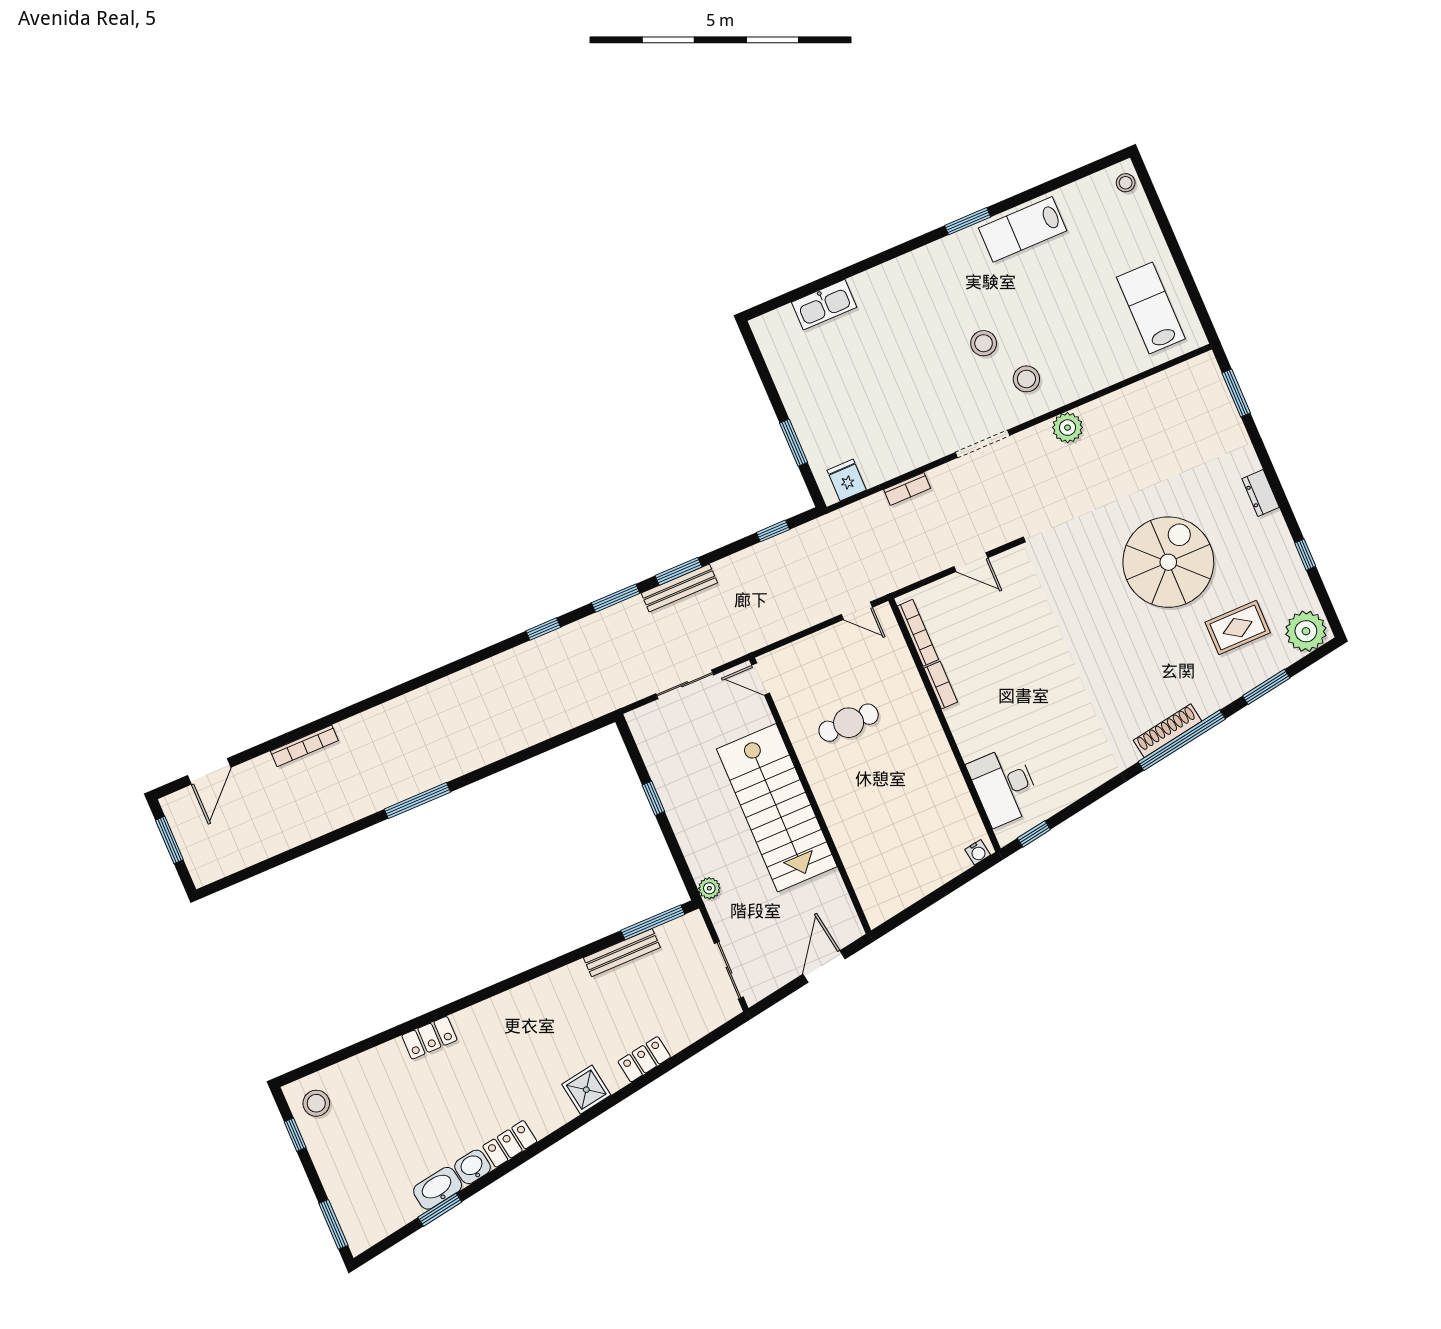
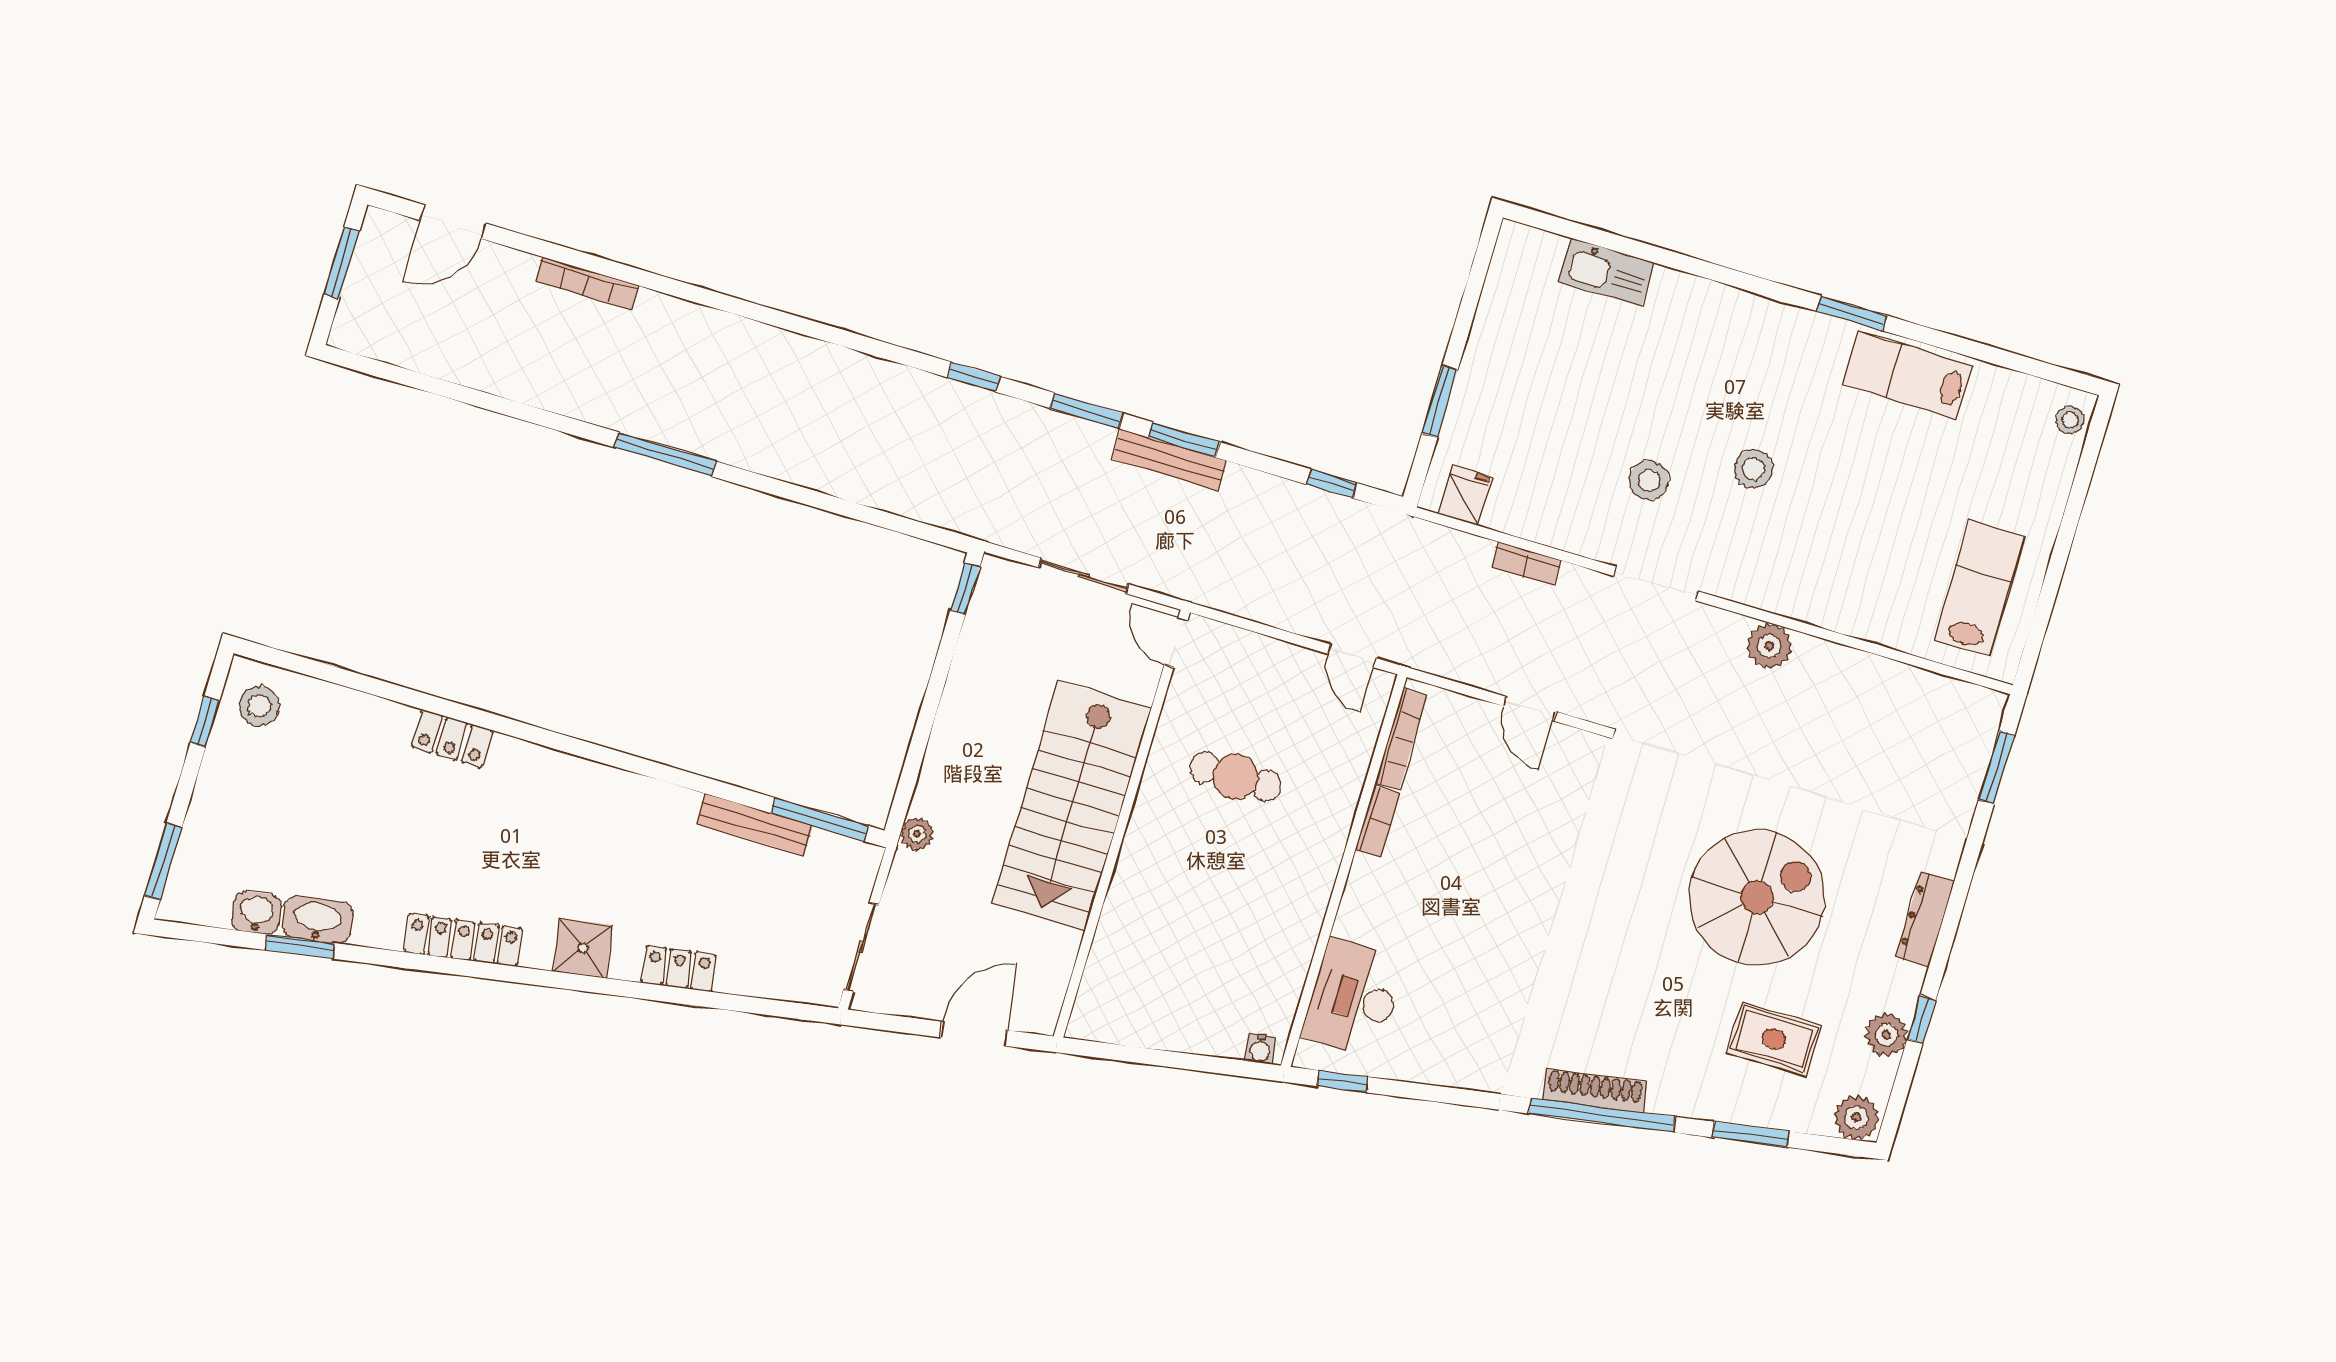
stool: (1026, 379) -> (1649, 480), moved
dresser: (1261, 493) -> (1925, 919), width x1.44
plant: (1294, 577) -> (1886, 1035), added
plant: (1306, 631) -> (1856, 1117), width x0.73, depth x0.73
window: (653, 798) -> (965, 589), moved
locker: (510, 1144) -> (463, 940), width x1.53
washbasin: (473, 1167) -> (257, 913), moved

